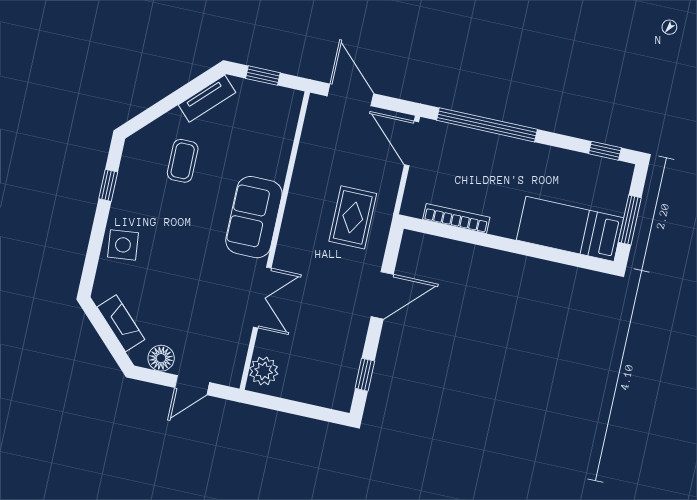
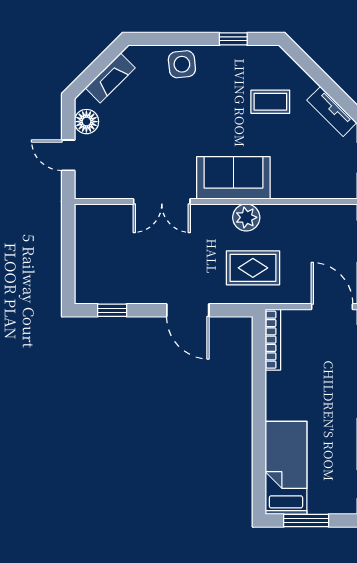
door: (412, 143) -> (332, 307), hinge flipped
bookcase: (456, 218) -> (273, 340), moved
plant: (264, 371) -> (246, 217), moved

